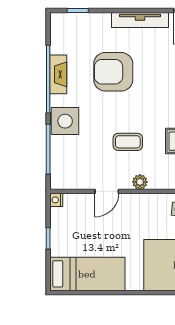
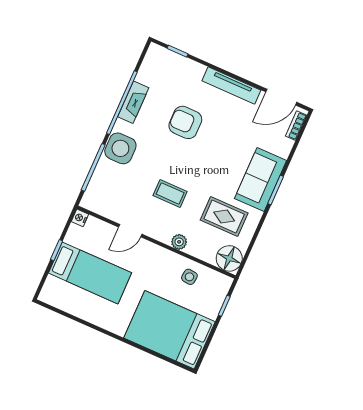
armchair: (113, 72) -> (185, 122), width x0.73, depth x0.73
plant: (140, 182) -> (179, 242), moved
bed: (87, 274) -> (90, 273), moved

